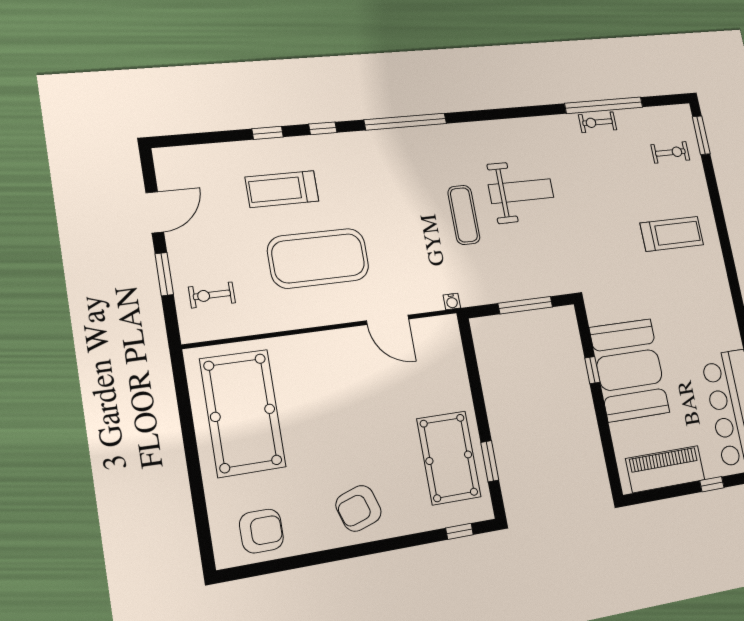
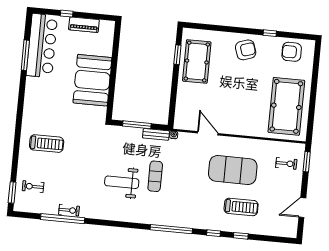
treadmill: (672, 234) -> (47, 144), turned 180
window: (164, 274) -> (307, 162), moved
bench: (485, 295) -> (156, 134), added
window: (592, 370) -> (112, 85), removed
piano: (665, 469) -> (84, 25), width x0.73, depth x0.75
window: (459, 531) -> (270, 33), moved

